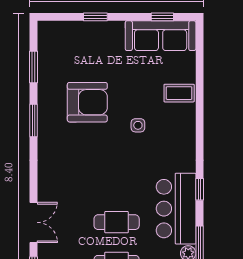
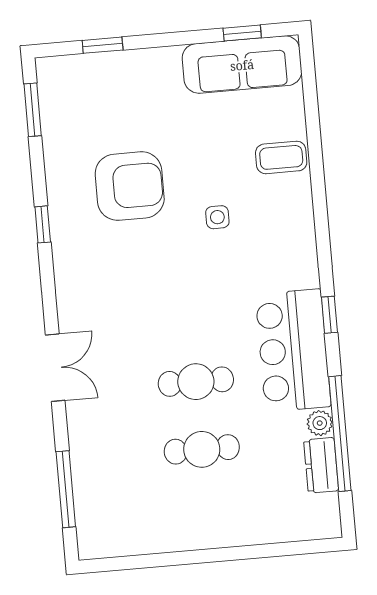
window: (95, 17) -> (103, 45), moved
window: (33, 67) -> (33, 110), moved
window: (33, 121) -> (43, 224), width x0.67
double door: (33, 222) -> (55, 368), moved

